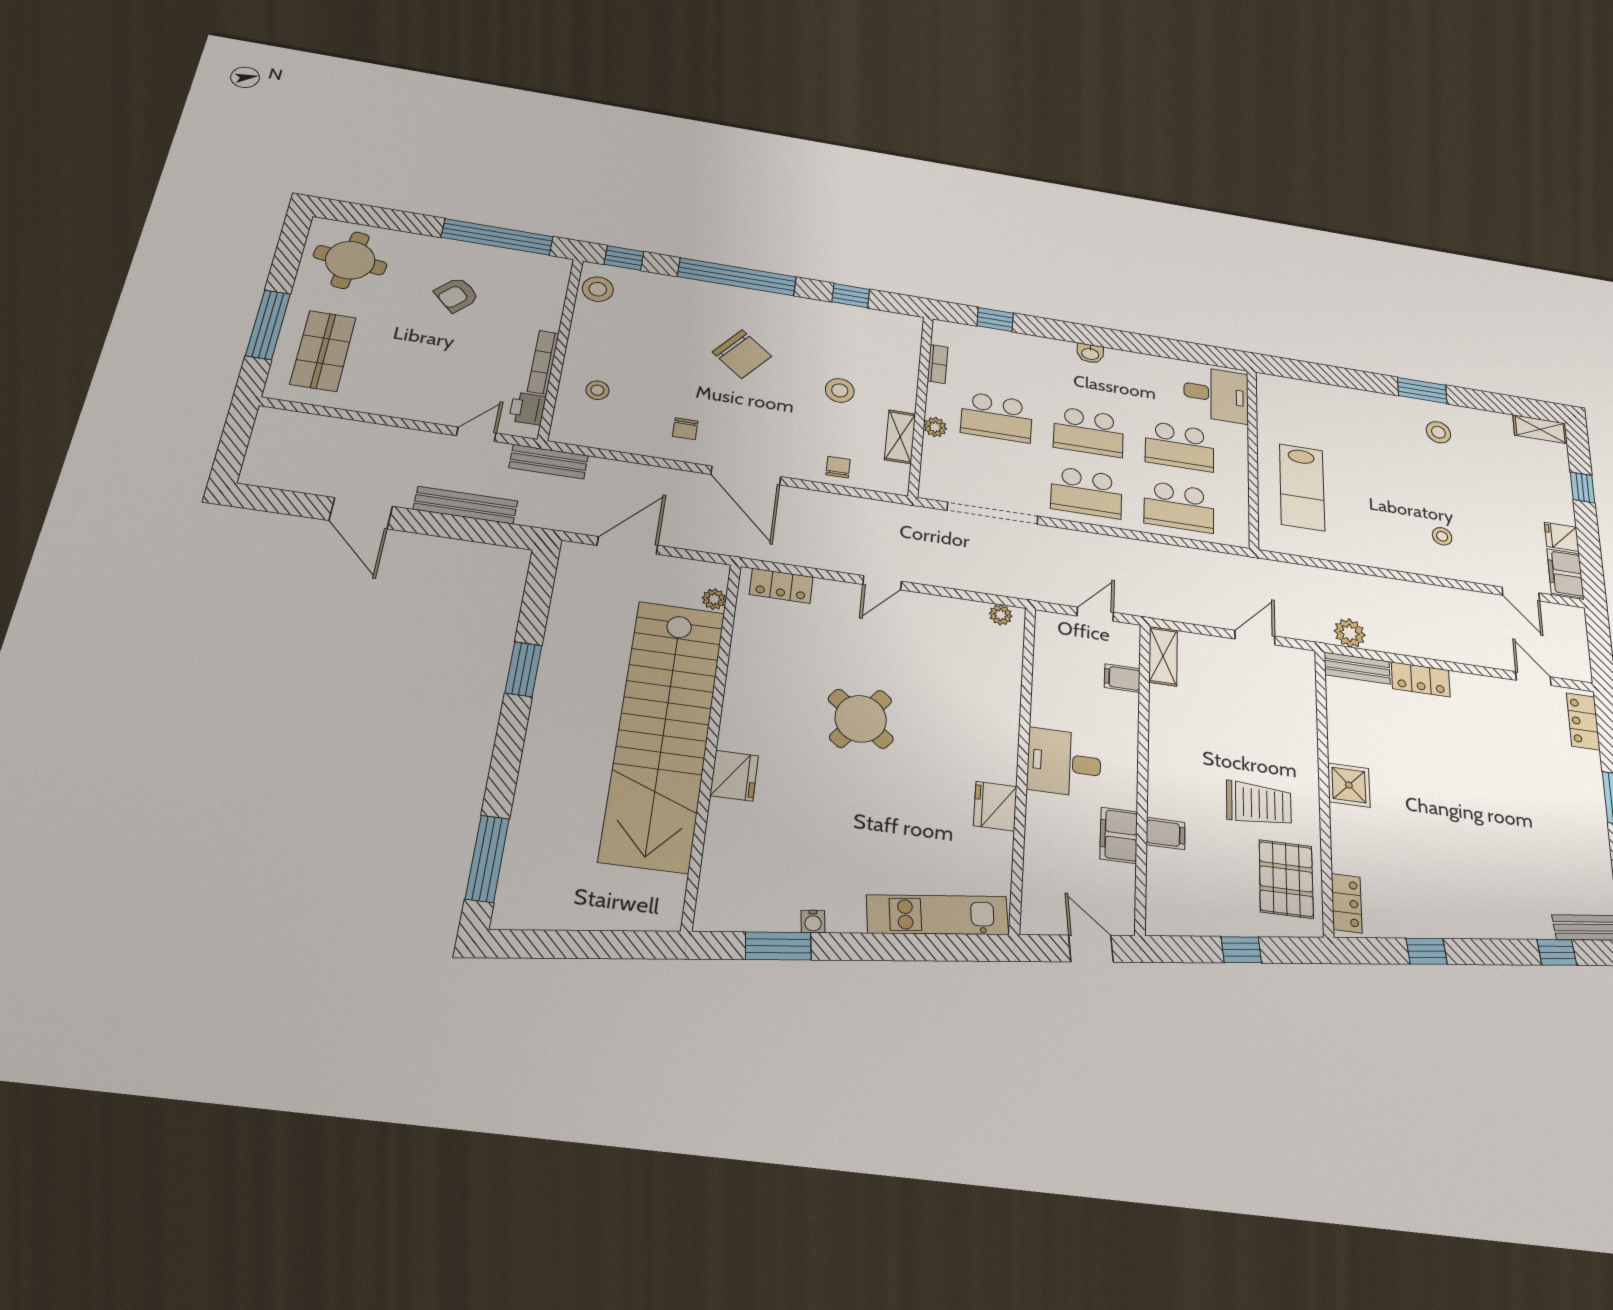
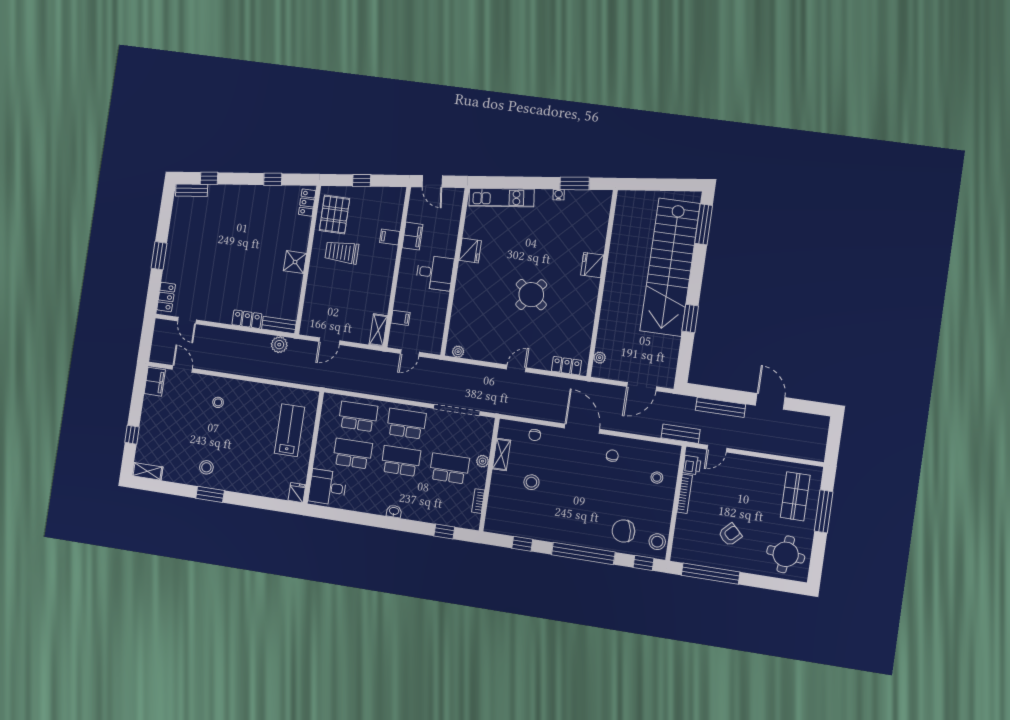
chair: (742, 354) -> (623, 531), moved, turned -48
fridge: (1562, 537) -> (297, 493), moved, turned -90
stairs: (663, 733) -> (670, 267), moved, turned 180

